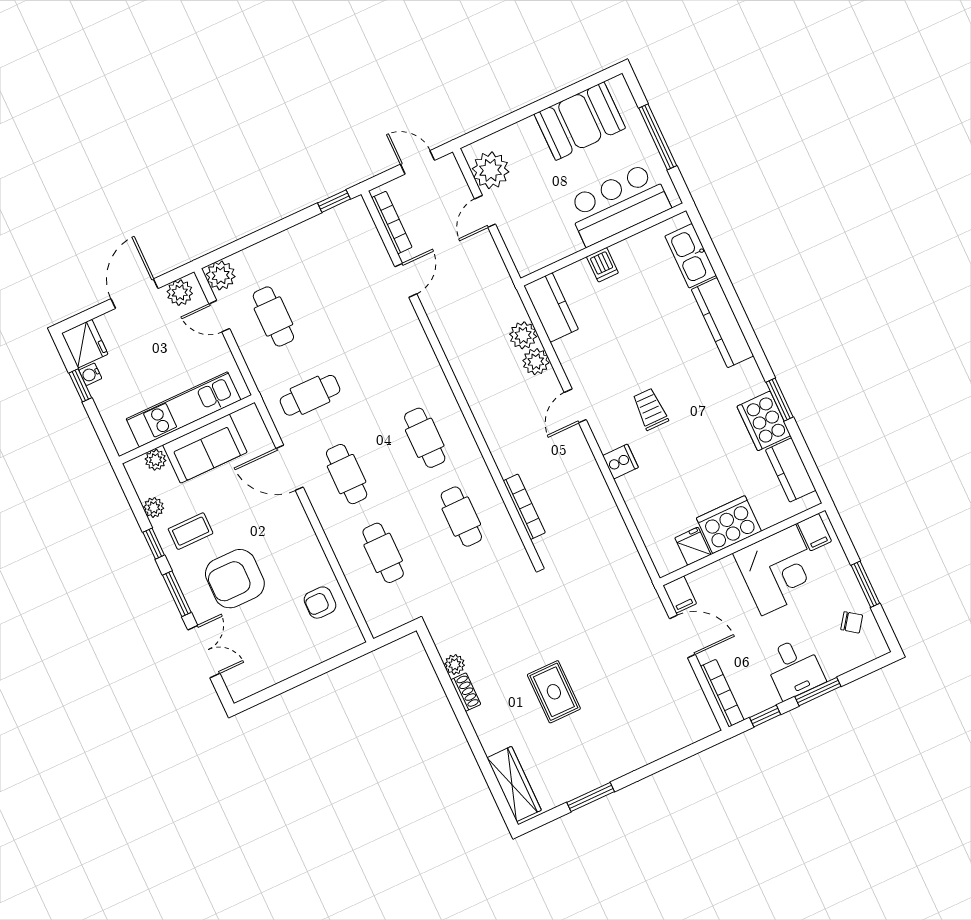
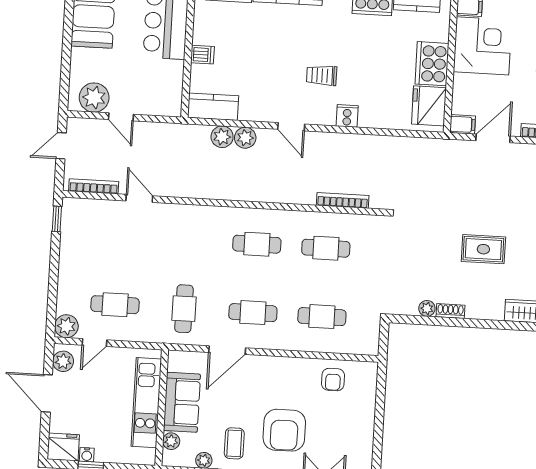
fridge: (693, 546) -> (429, 106), width x1.88, depth x1.34

